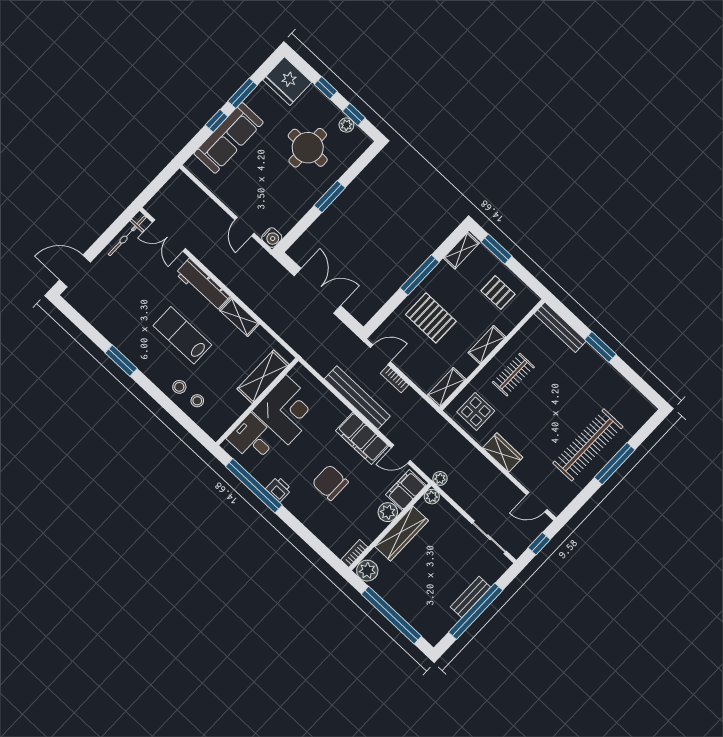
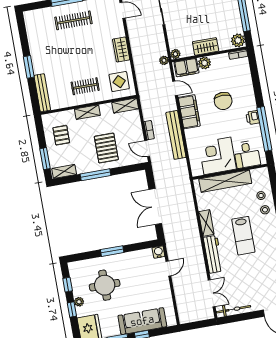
plant: (346, 125) -> (79, 302), moved
shelving: (263, 377) -> (225, 181), width x1.47
clothes rail: (588, 445) -> (73, 20), width x0.73, depth x0.76
wardrobe: (402, 533) -> (206, 46), width x0.67

